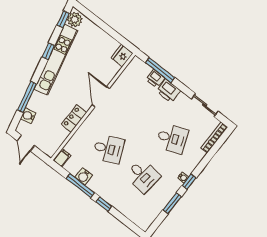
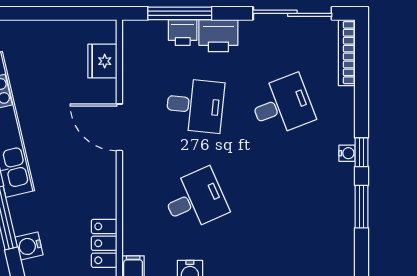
fridge: (122, 56) -> (102, 61), moved
sliding door: (205, 105) -> (292, 13), width x1.37
locker: (74, 119) -> (104, 243), moved
desk: (143, 176) -> (195, 105), moved

